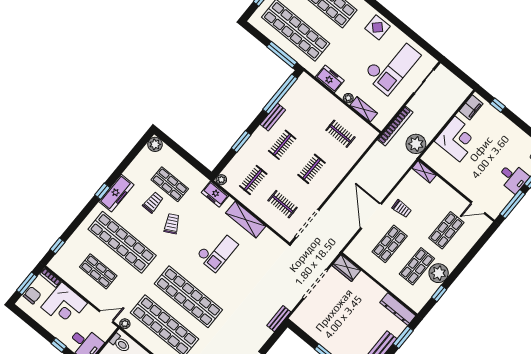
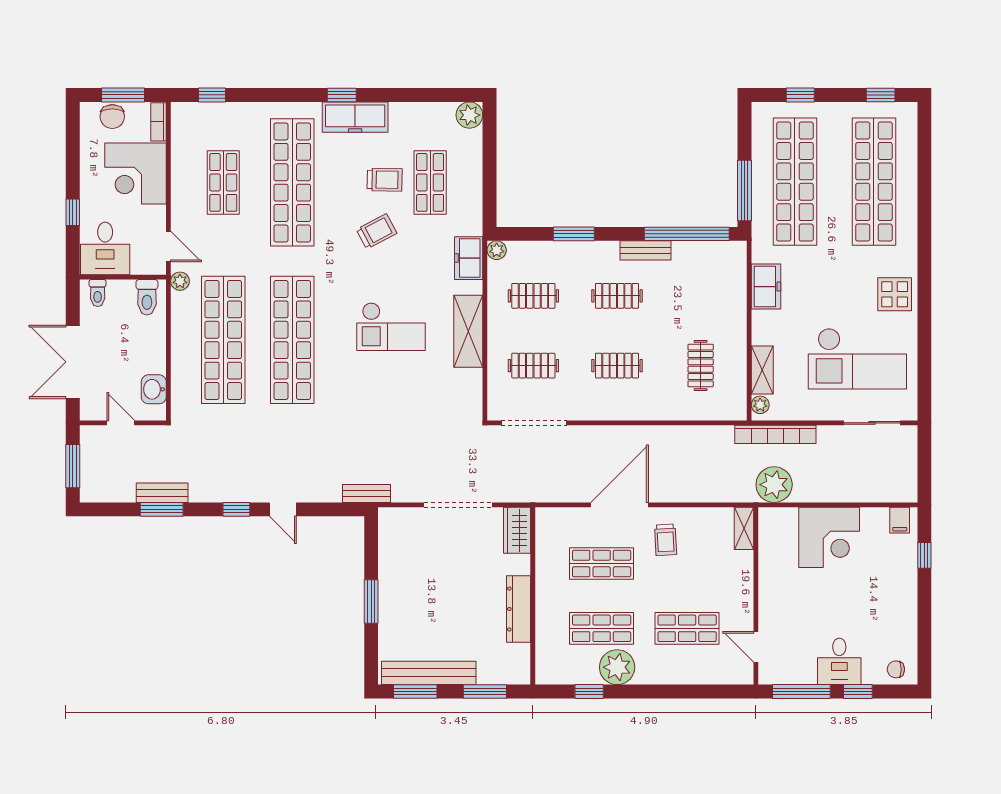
plant: (348, 98) -> (760, 405), moved
filing cabinet: (471, 107) -> (900, 520), width x0.50
clothes rail: (283, 204) -> (533, 366), turned 90
chair: (32, 295) -> (112, 117), turned 90
dresser: (398, 309) -> (519, 609), moved

